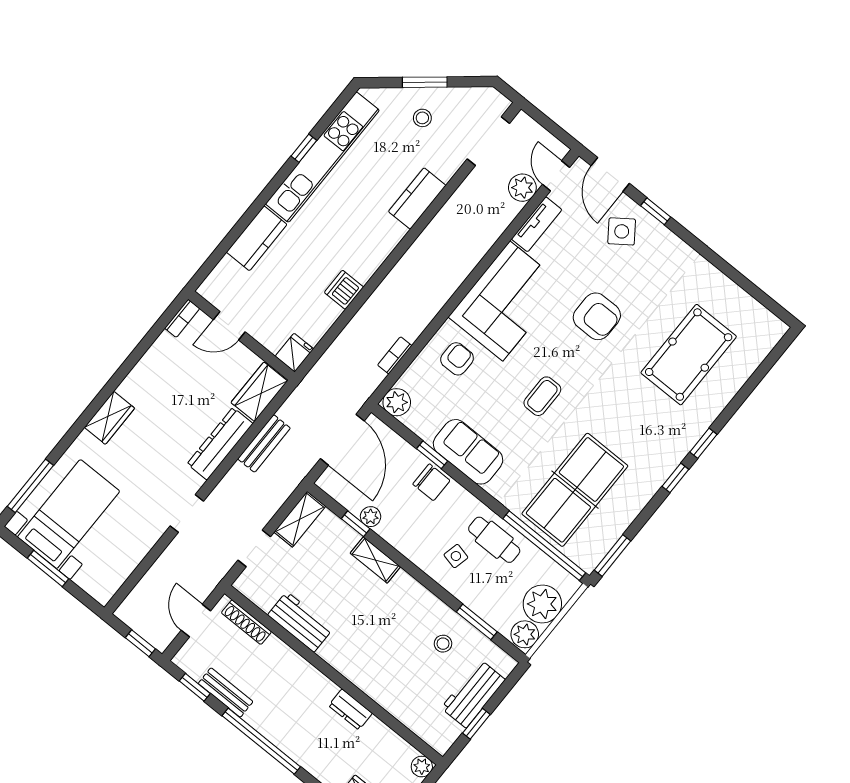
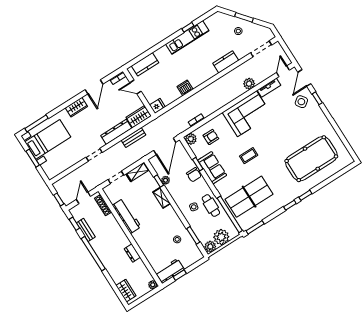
kitchen unit: (322, 157) -> (187, 37), width x0.73
plant: (522, 188) -> (249, 84), moved
kitchen counter: (257, 238) -> (145, 64), moved
armchair: (597, 316) -> (280, 132), removed
pool table: (689, 355) -> (311, 159), width x1.36, depth x1.32
door: (134, 358) -> (94, 87), added
armchair: (457, 359) -> (211, 137), moved
workbench: (300, 622) -> (127, 216), width x1.38
workbench: (473, 694) -> (170, 271), moved

